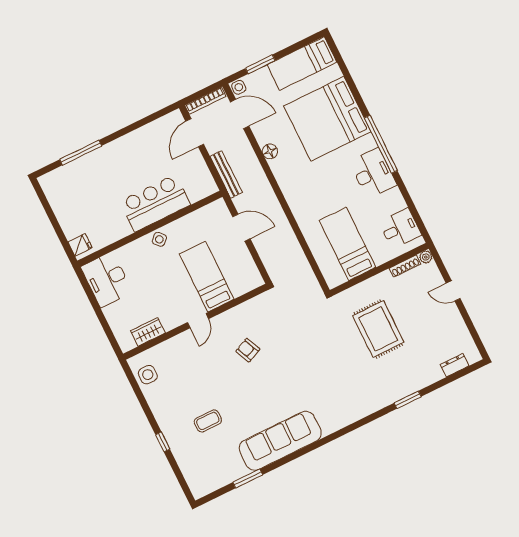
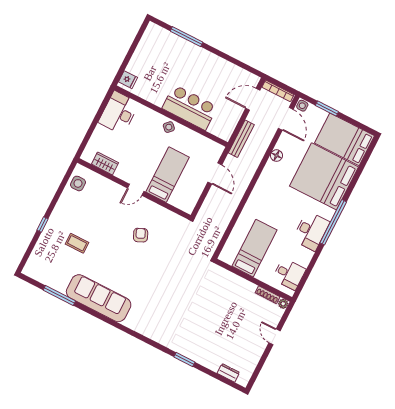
bed: (302, 63) -> (345, 139), width x1.50
rug: (378, 329) -> (215, 308), removed
window: (248, 479) -> (59, 295), width x1.44

